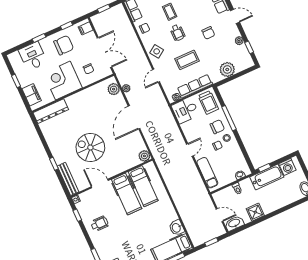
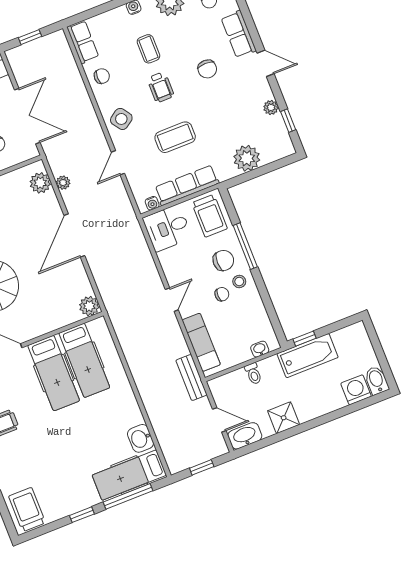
chair: (208, 33) -> (207, 69), moved
washing machine: (287, 167) -> (356, 390), moved, turned 180
bench: (203, 193) -> (192, 378), added

